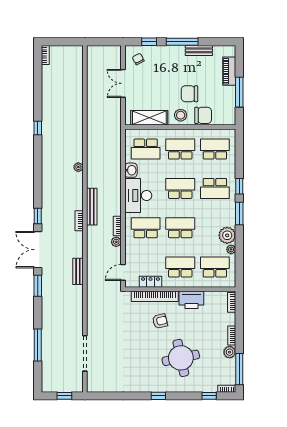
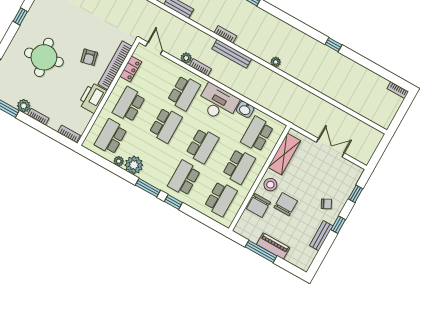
window: (182, 42) -> (338, 225), width x0.46
chair: (138, 59) -> (326, 204), moved
piano: (229, 71) -> (273, 246), moved
school desk: (180, 267) -> (129, 104), turned 180
school desk: (215, 267) -> (111, 137), turned 180

